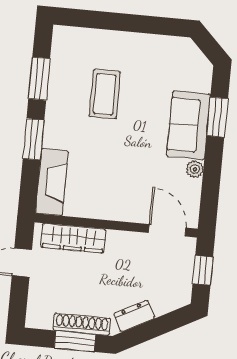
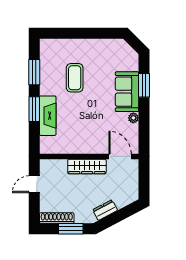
fireplace: (52, 182) -> (48, 116), moved
wardrobe: (73, 238) -> (87, 166), moved
window: (203, 270) -> (144, 179), removed
shoe rack: (82, 324) -> (57, 218), moved

